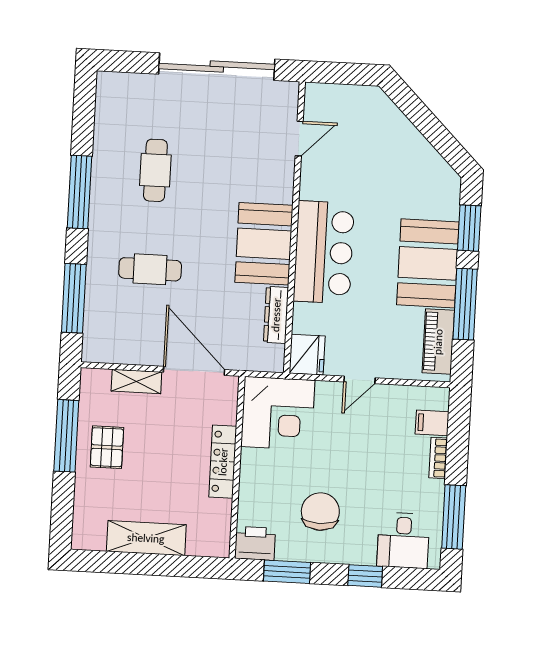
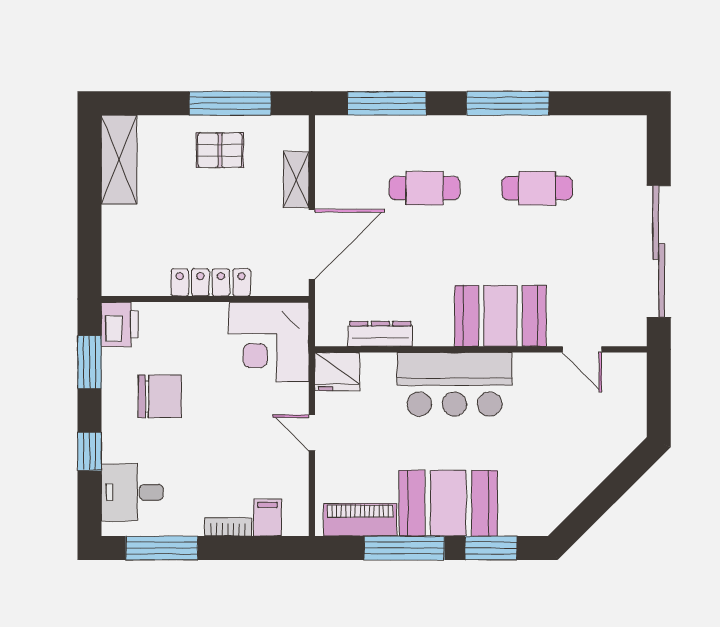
booth: (264, 244) -> (500, 316), moved
cafe table: (150, 269) -> (424, 188), turned 90
shelving: (146, 538) -> (119, 160), moved

